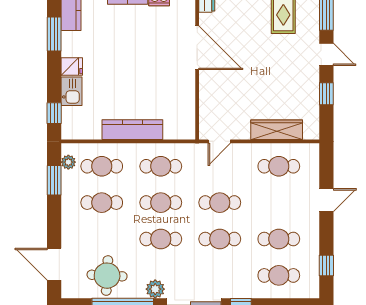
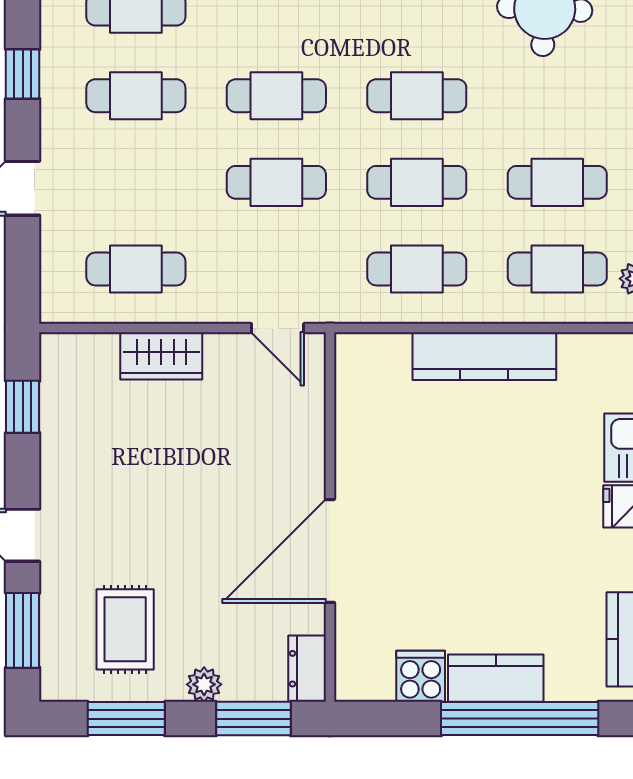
door: (197, 48) -> (330, 551), hinge flipped
window: (326, 94) -> (23, 407), moved
wardrobe: (277, 130) -> (161, 356), width x0.67
door: (219, 141) -> (278, 328), swing flipped
window: (326, 266) -> (23, 74), moved

